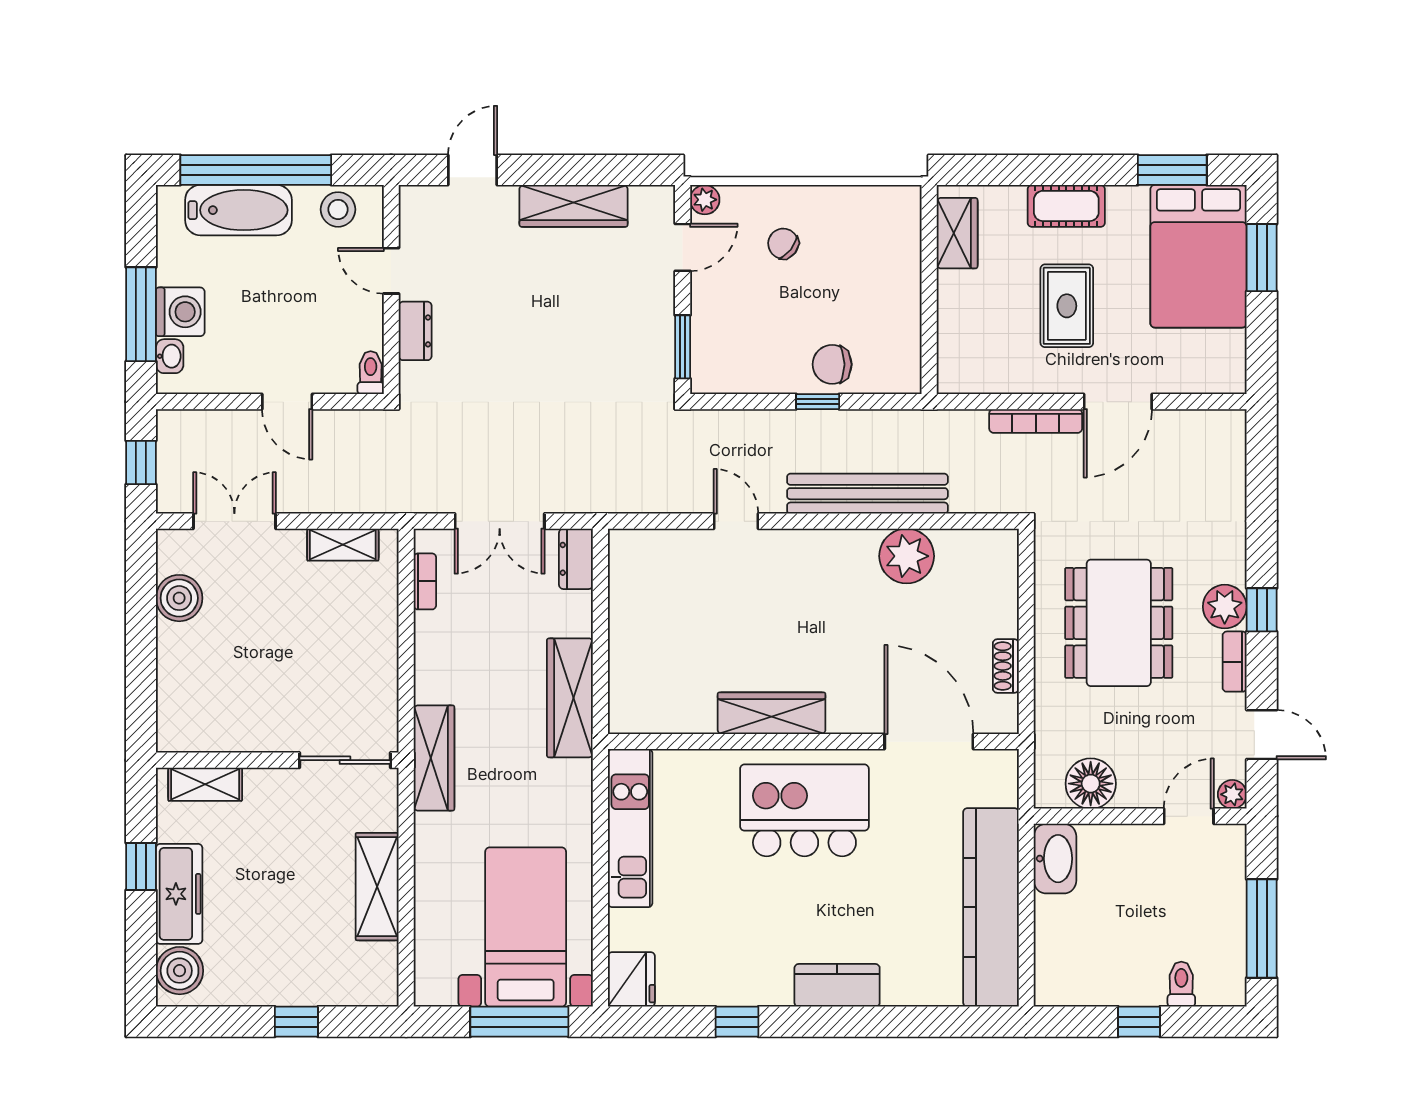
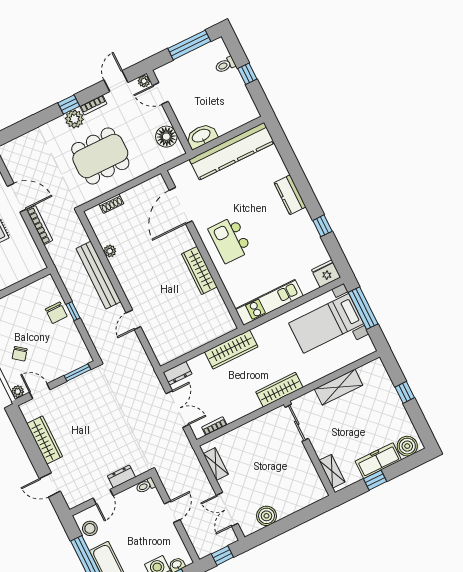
plant: (907, 556) -> (110, 251), width x0.53, depth x0.53
shoe rack: (1006, 666) -> (111, 204), moved
kitchen island: (804, 810) -> (230, 240), width x0.73, depth x0.78

